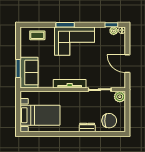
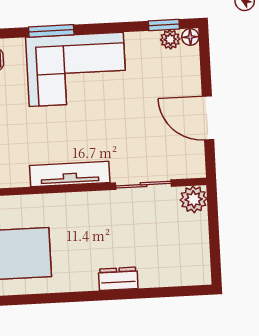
chair: (109, 121) -> (171, 259), removed

